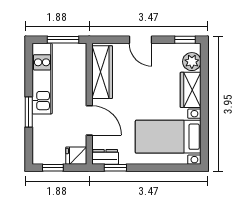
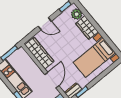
door: (89, 120) -> (52, 80), hinge flipped

